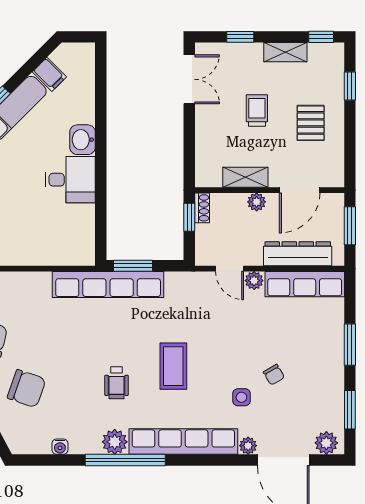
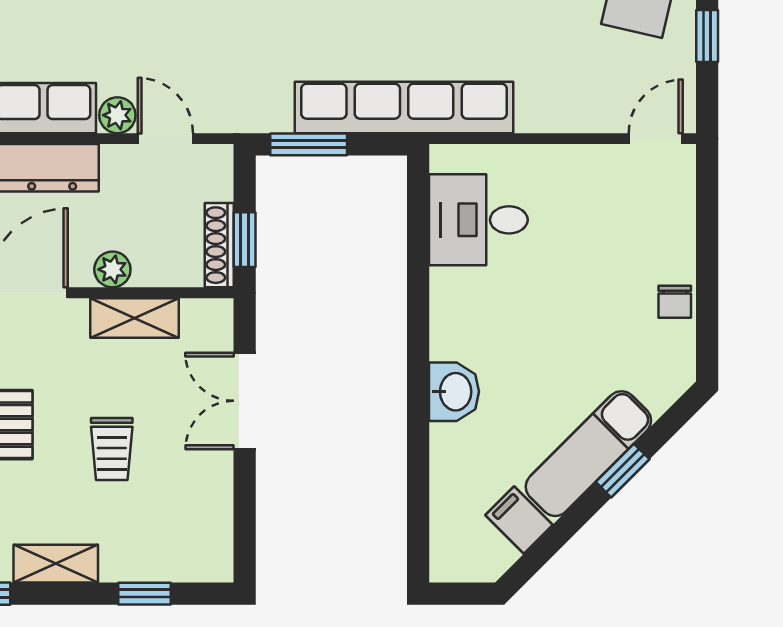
double door: (189, 79) -> (245, 401), moved
desk: (70, 180) -> (478, 220), moved
shoe rack: (202, 208) -> (219, 245), width x1.43
window: (133, 266) -> (309, 144), moved

